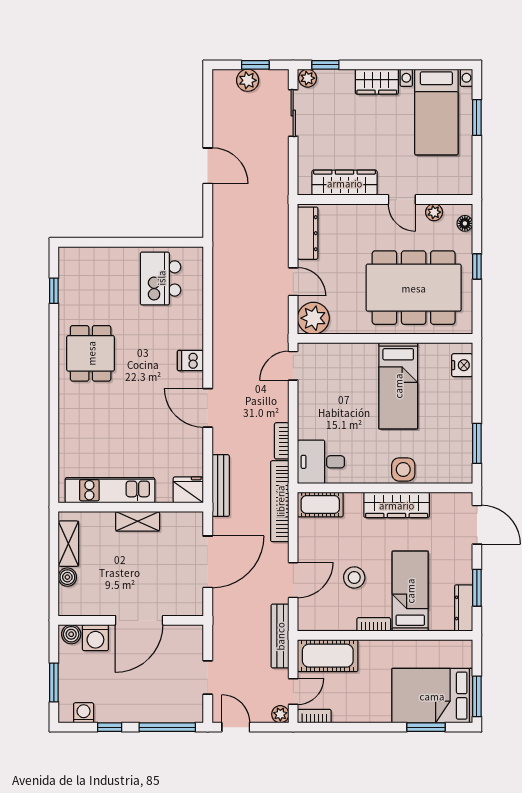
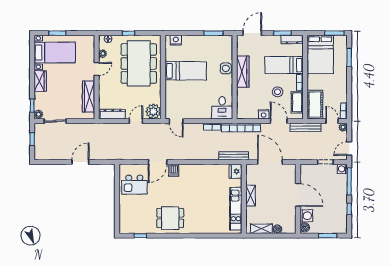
plant: (248, 80) -> (40, 143), removed
door: (208, 408) -> (158, 162), moved
cot: (320, 505) -> (297, 102), moved
nightstand: (307, 548) -> (264, 114), added
bed: (432, 696) -> (320, 55), moved
washing machine: (84, 713) -> (342, 169), moved

